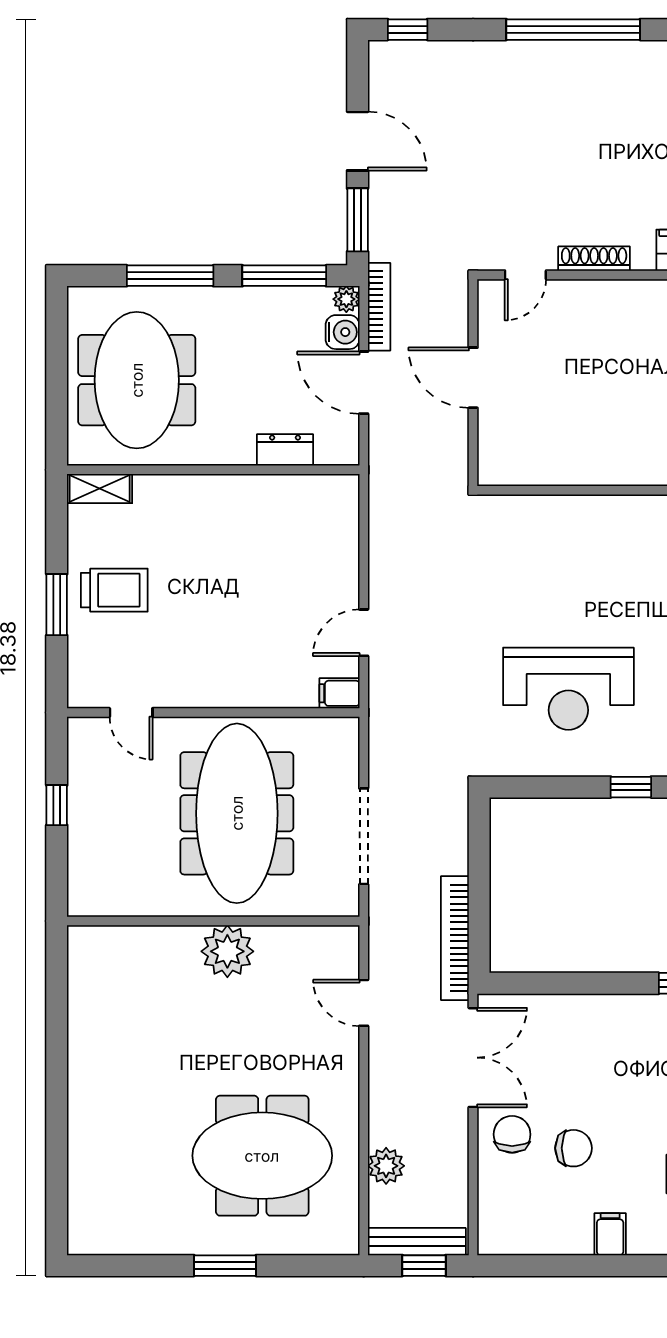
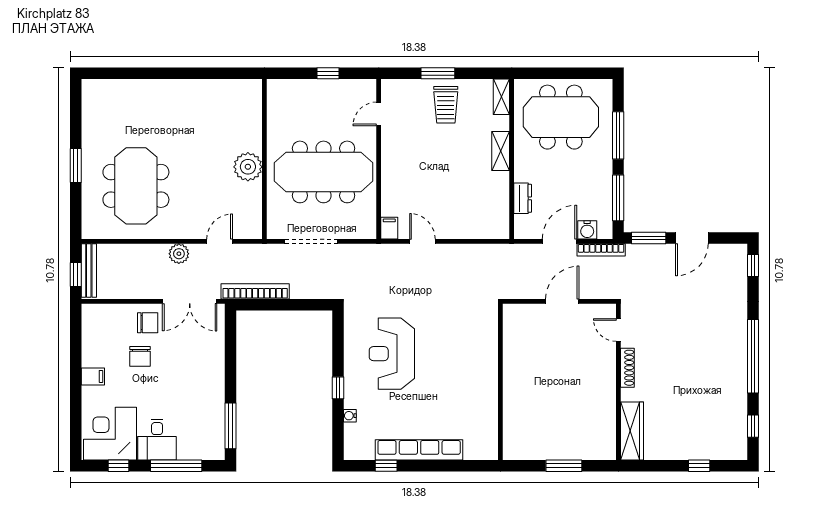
plant: (346, 299) -> (605, 232), removed
shelving: (199, 490) -> (501, 151), added
plant: (386, 1166) -> (179, 254), moved

